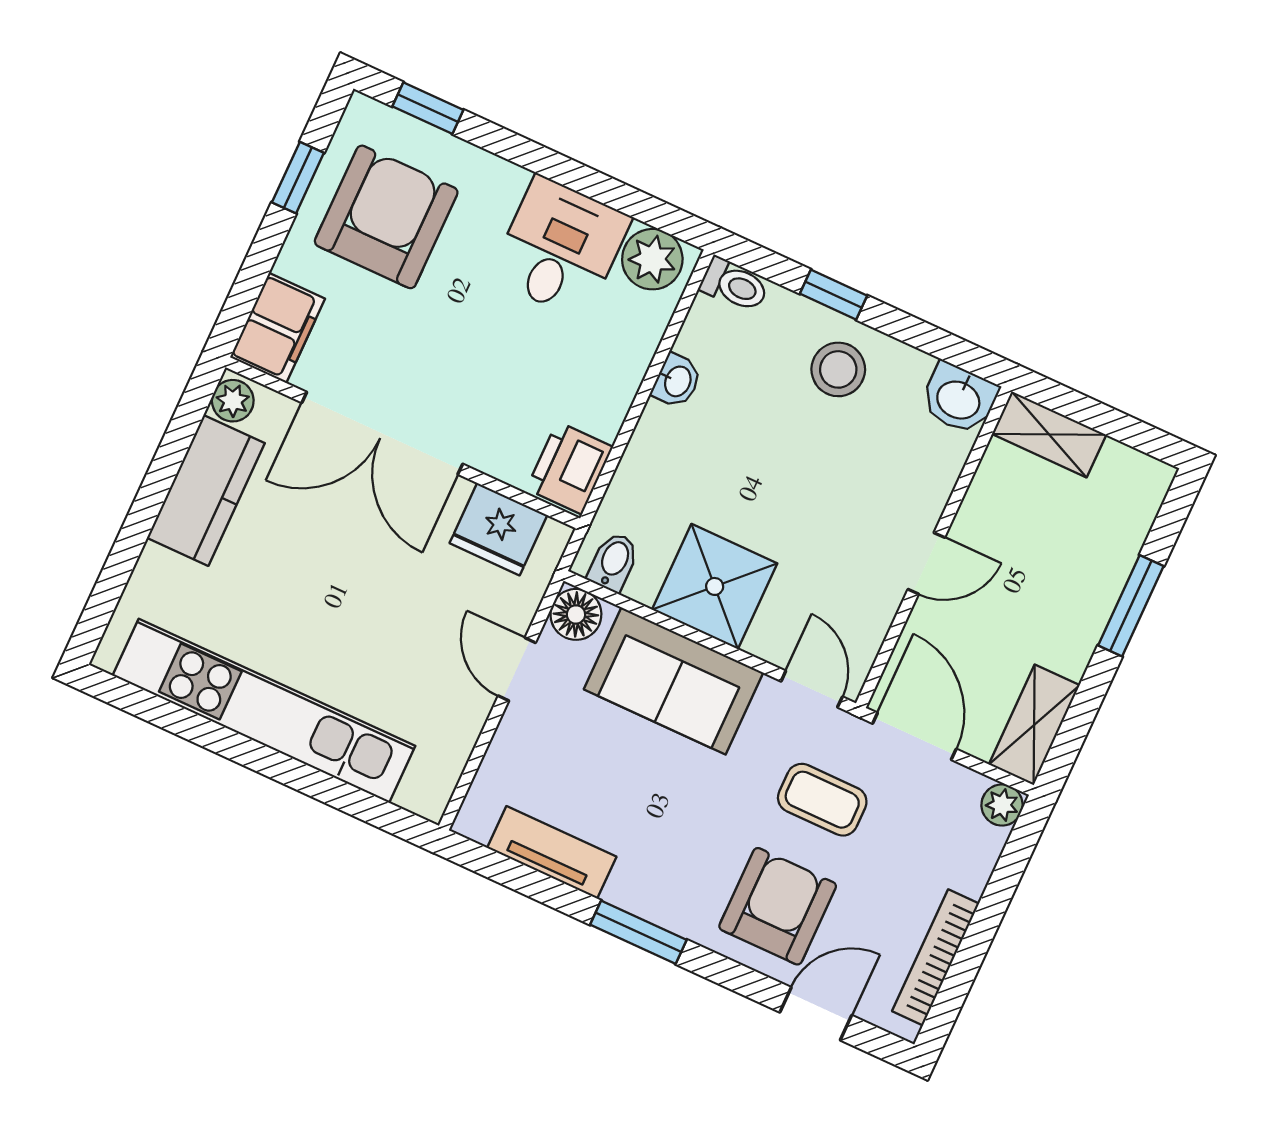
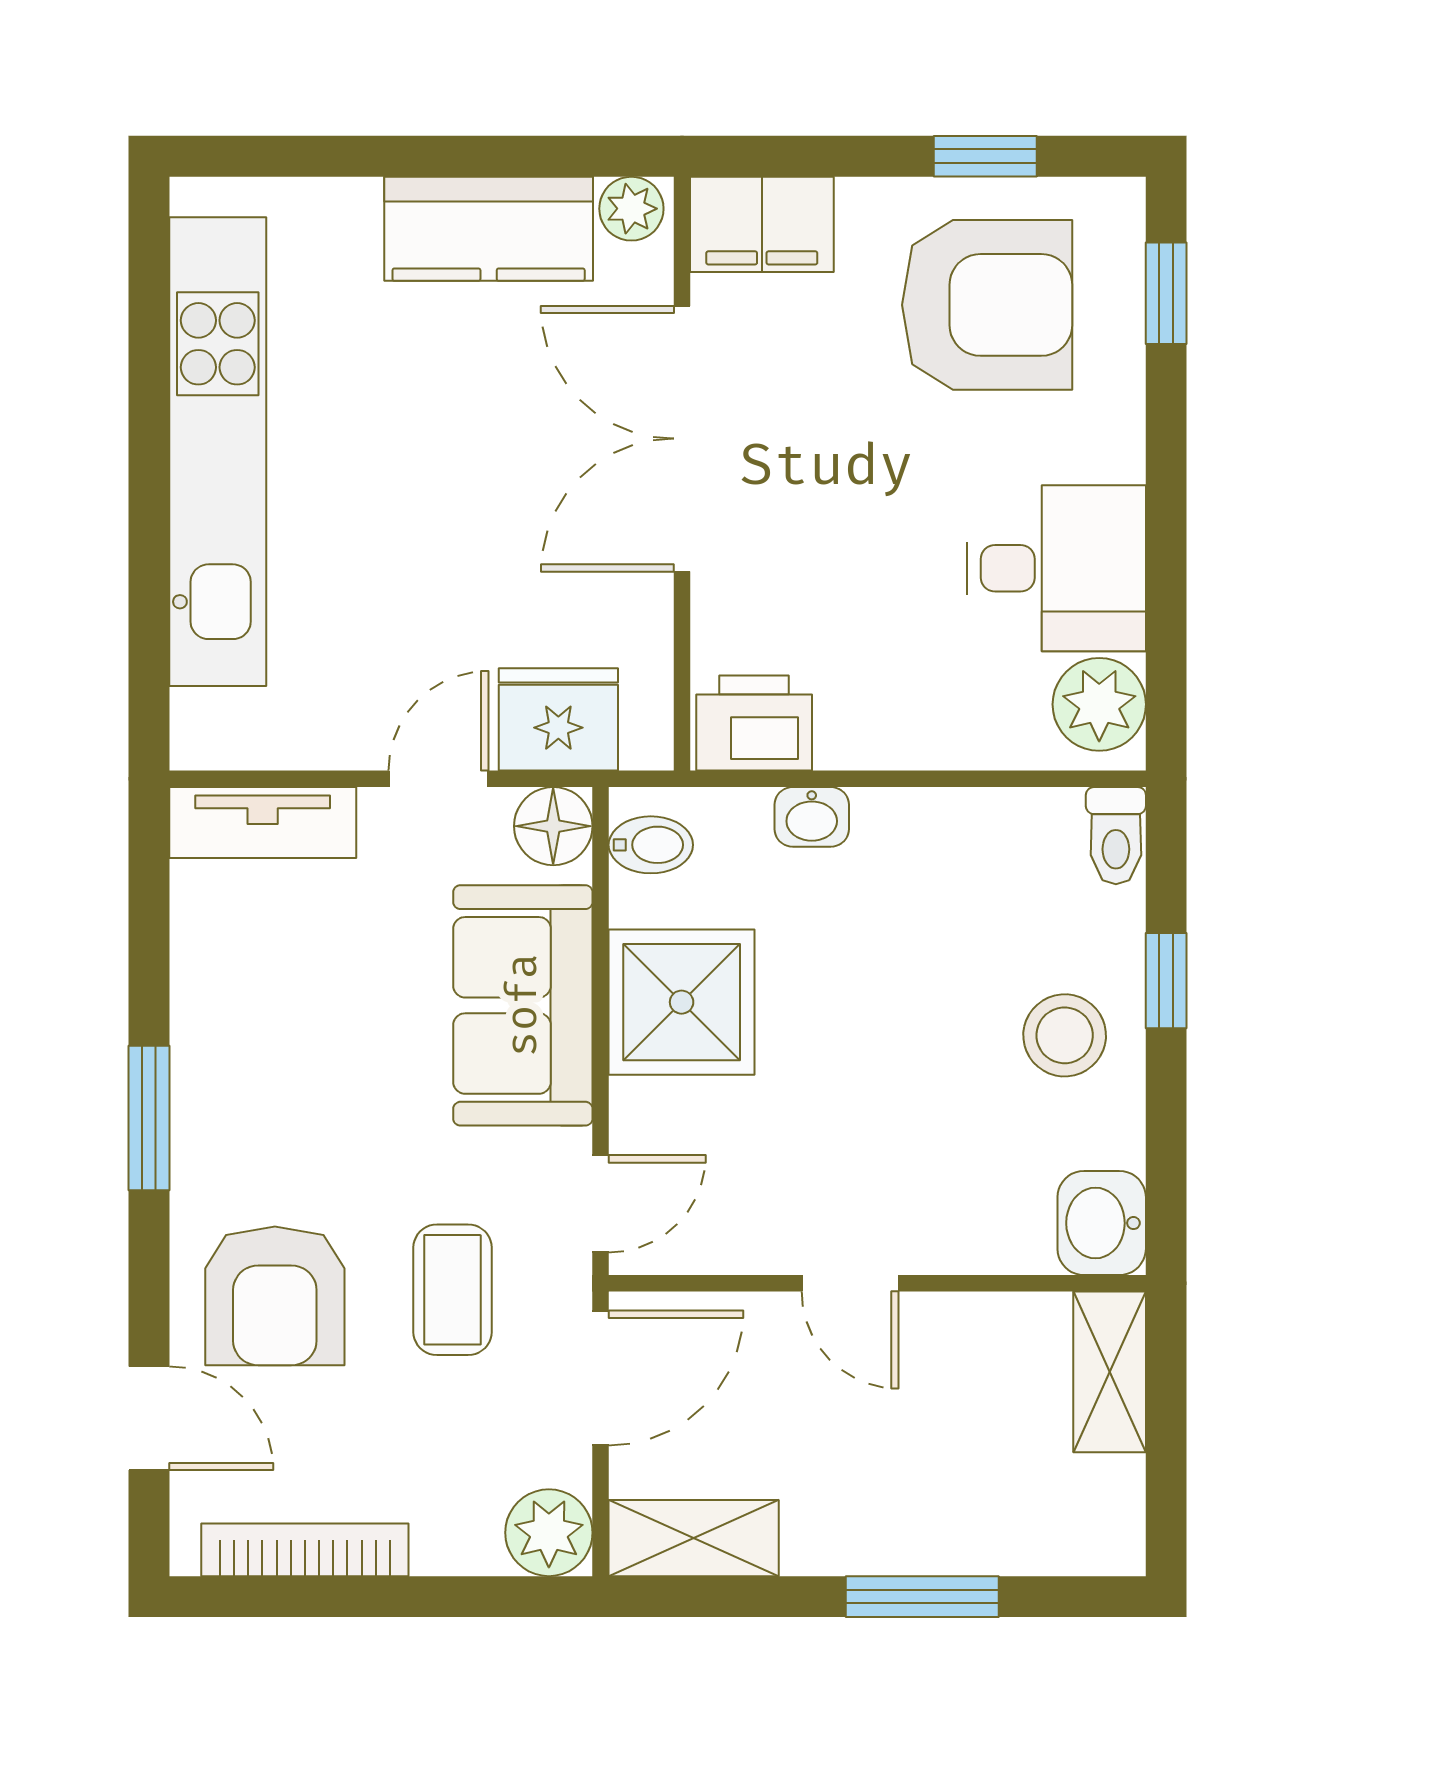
washbasin: (677, 381) -> (812, 817), moved
fridge: (498, 529) -> (558, 719), moved, turned 90
plant: (1002, 805) -> (549, 1533), width x1.38, depth x1.38
tv unit: (552, 852) -> (263, 823), moved, turned 90
armchair: (778, 906) -> (275, 1296), turned 90

